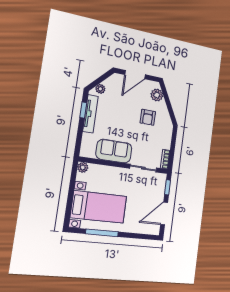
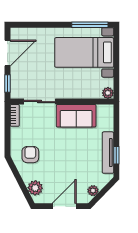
plant: (100, 89) -> (93, 191), moved
armchair: (148, 117) -> (30, 155), moved
window: (102, 233) -> (90, 25), moved

